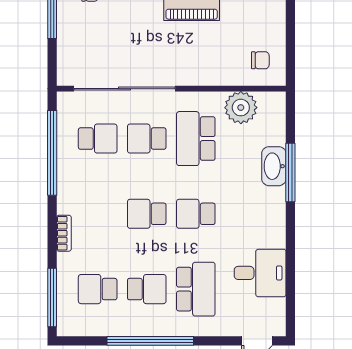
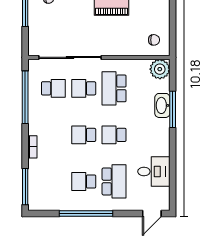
plant: (241, 108) -> (160, 69), moved
school desk: (98, 289) -> (53, 181), removed
school desk: (147, 289) -> (84, 181), turned 180

